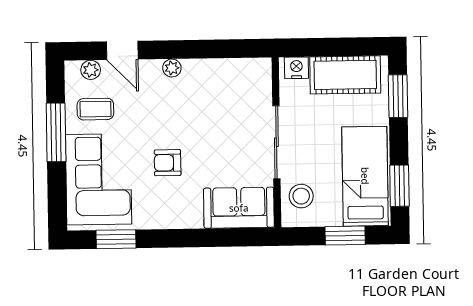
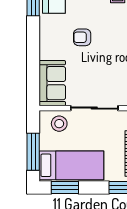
armchair: (168, 163) -> (82, 37), turned -90
window: (345, 236) -> (33, 152), width x1.44

